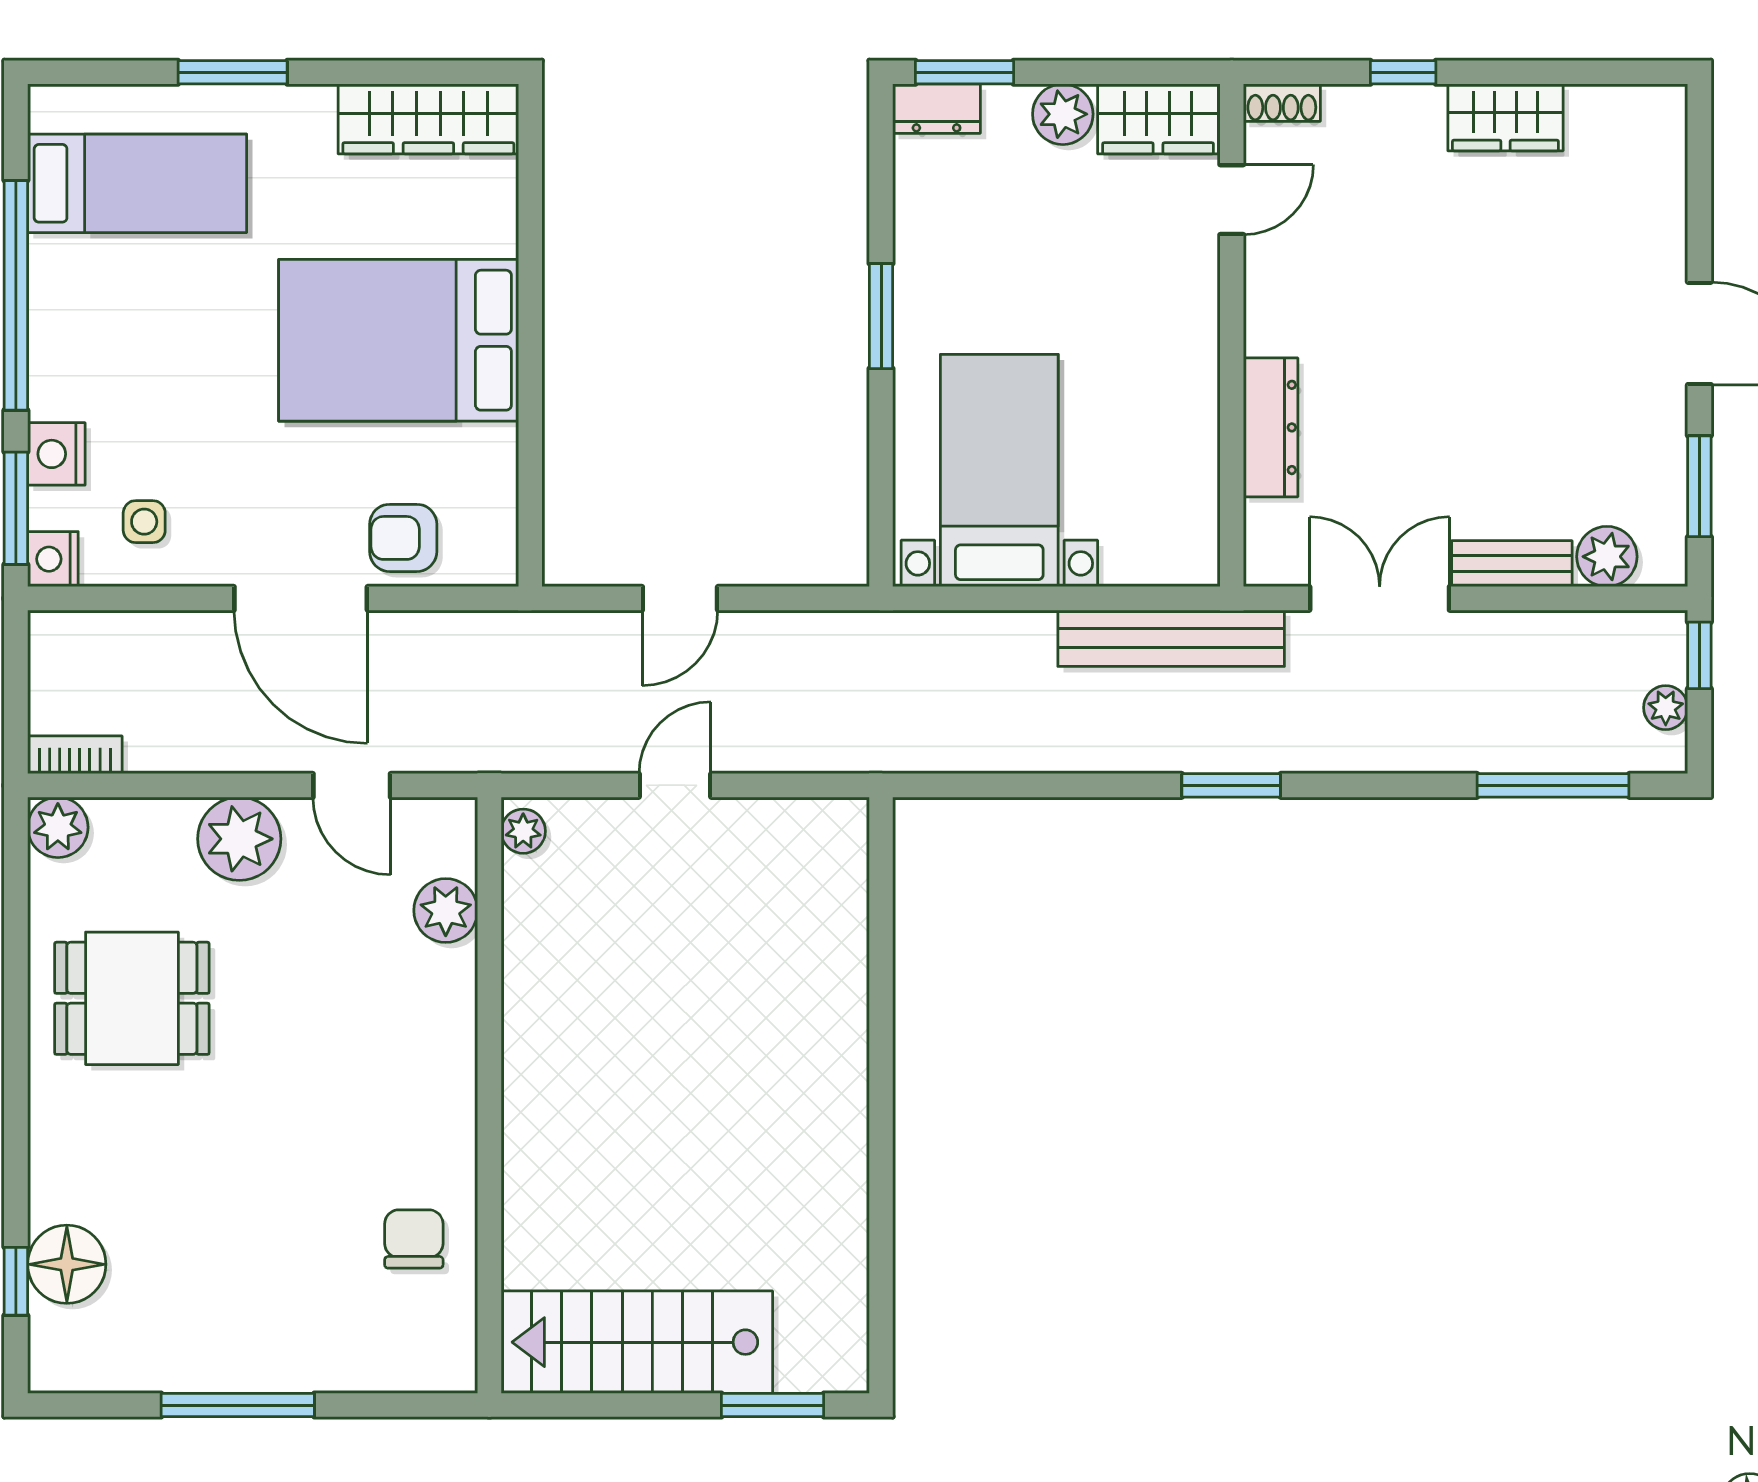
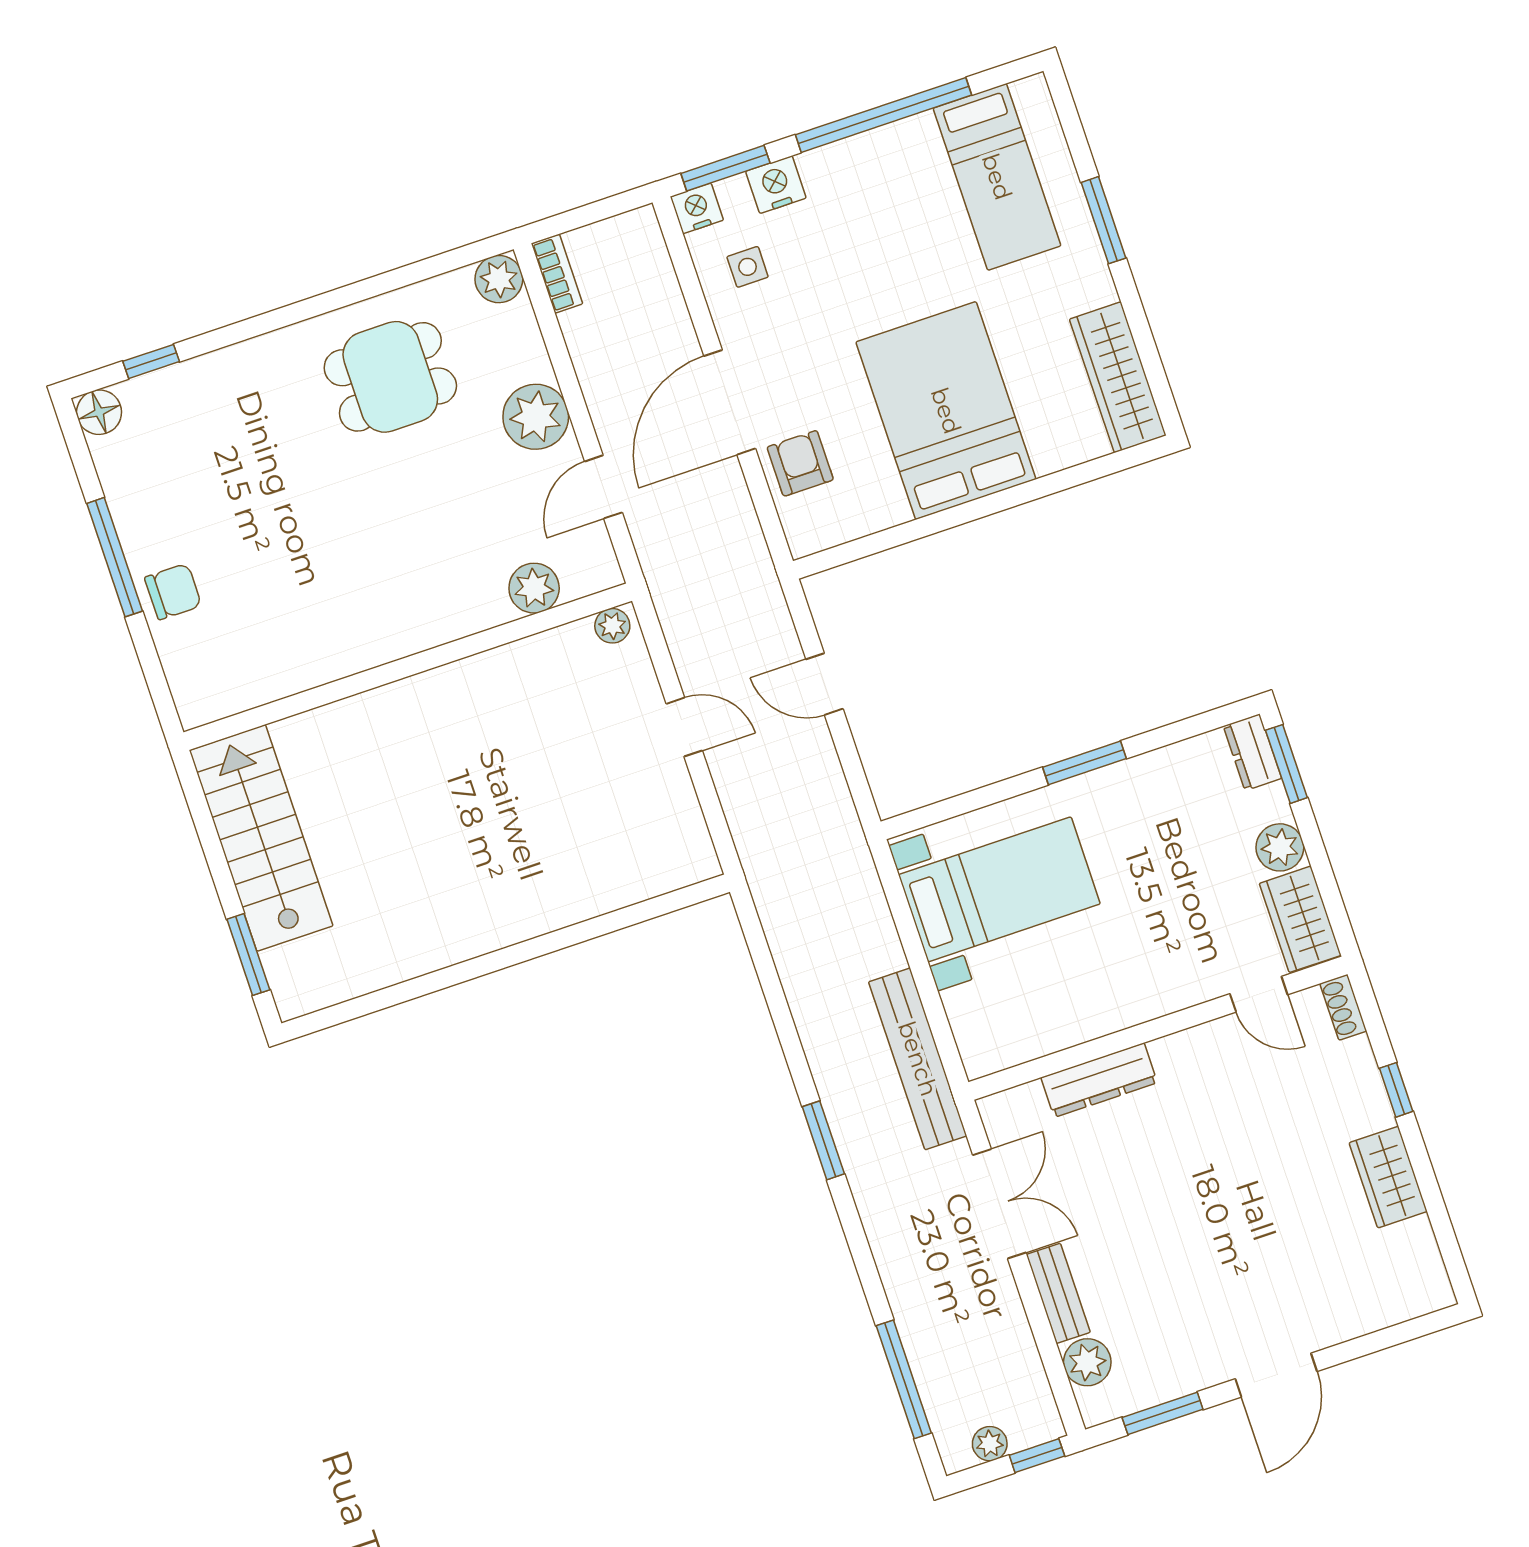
dining table: (132, 998) -> (390, 377), turned 90
chair: (414, 1239) -> (173, 592), moved
floor lamp: (67, 1264) -> (99, 412), moved, width x0.73, depth x0.73

